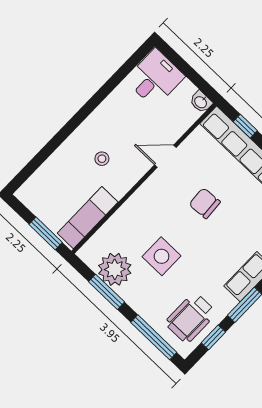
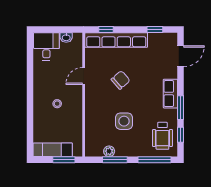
washbasin: (201, 102) -> (66, 37), moved
chair: (205, 203) -> (121, 80), turned 143
exam couch: (88, 218) -> (53, 150), moved, turned 90
plant: (115, 269) -> (109, 151), width x0.53, depth x0.53

